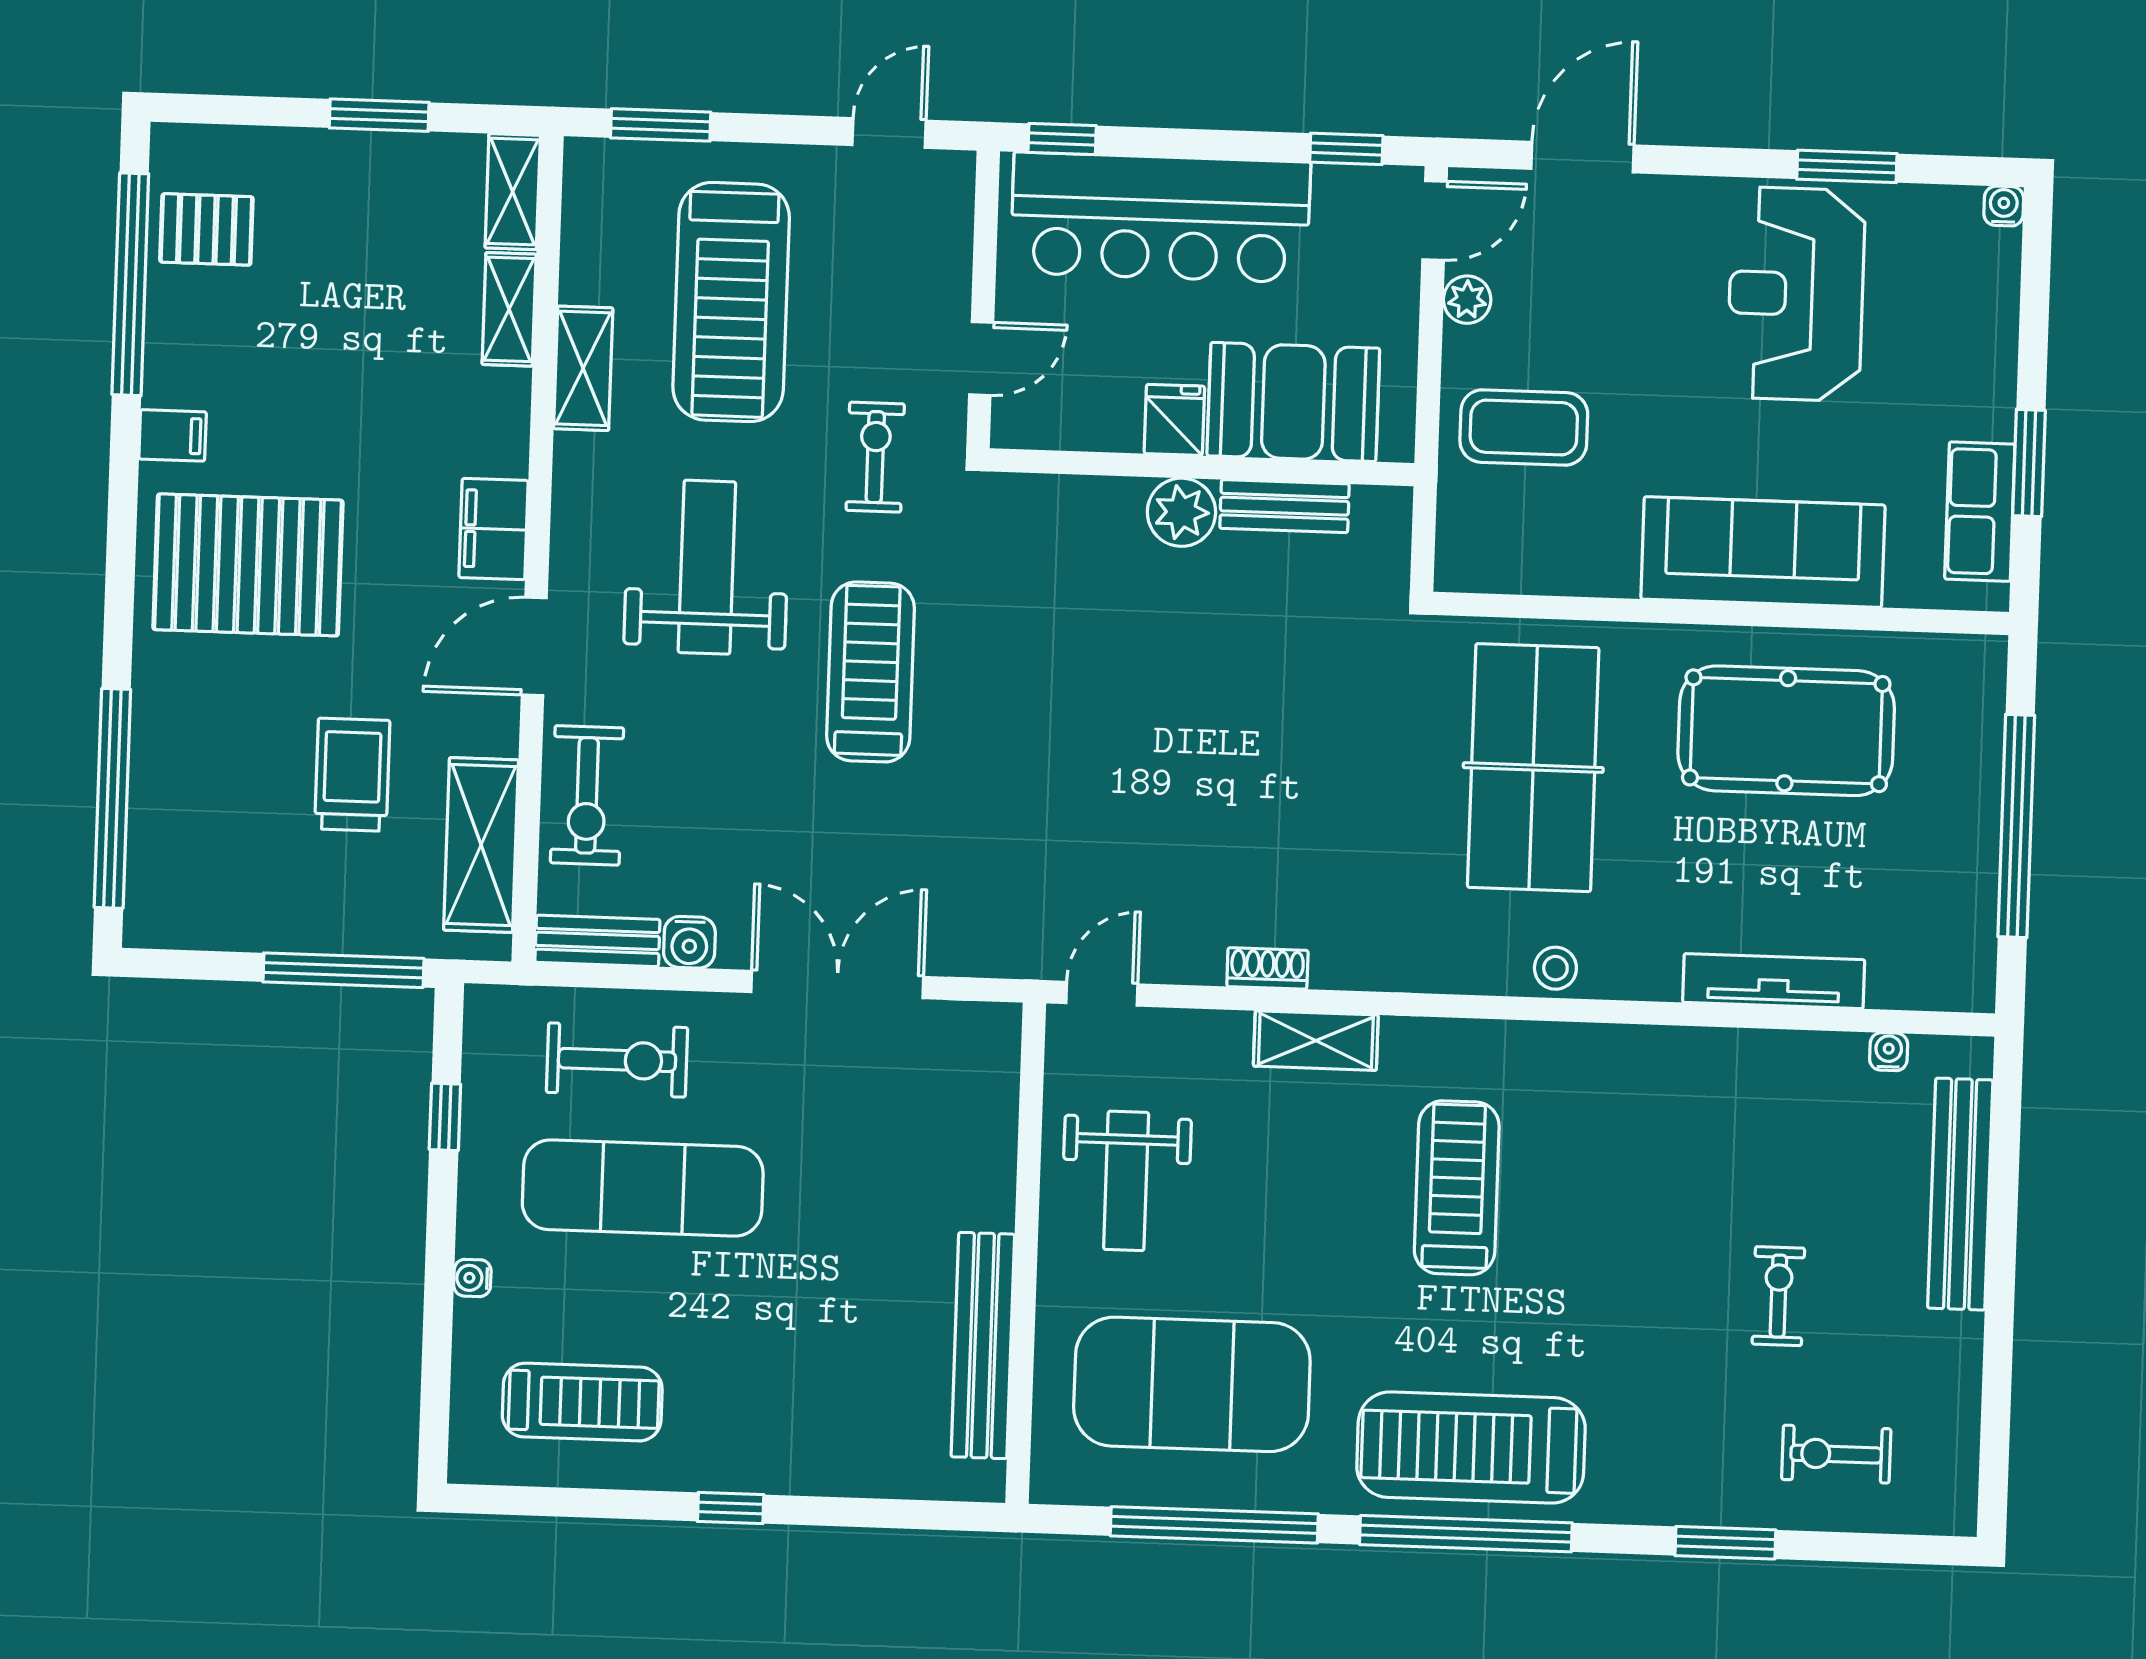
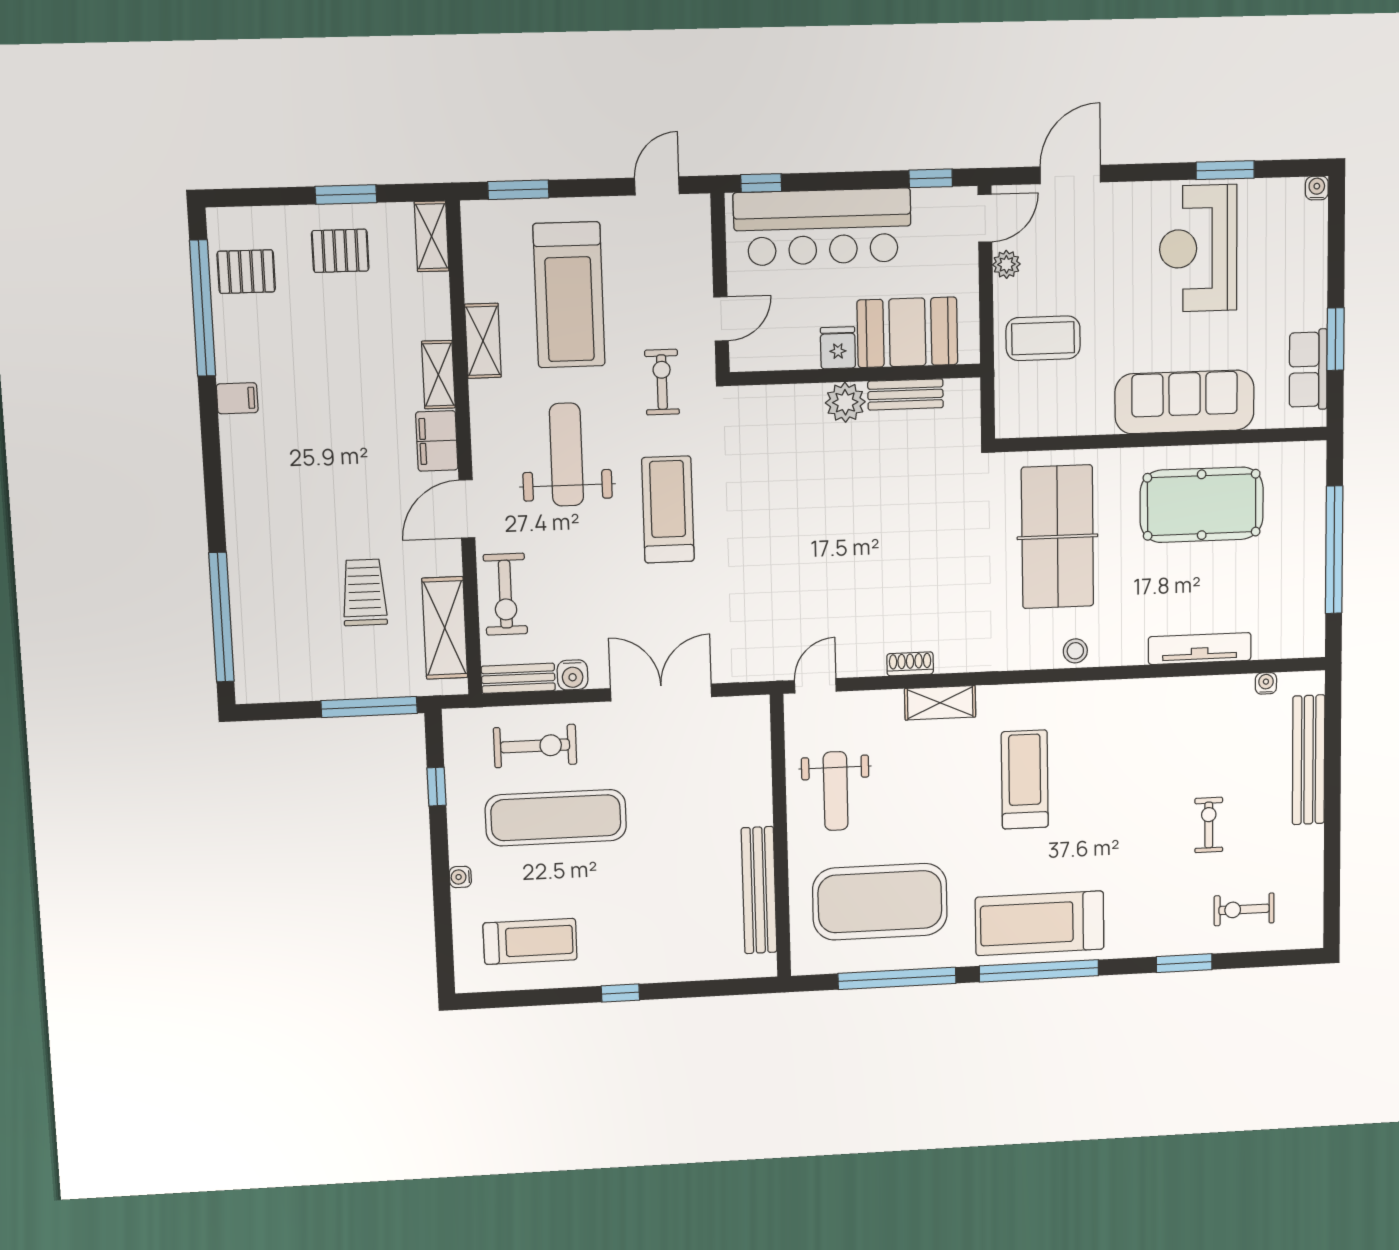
shelving: (509, 309) -> (438, 375), moved
pallet: (248, 565) -> (340, 251), moved, width x0.49, depth x0.50

